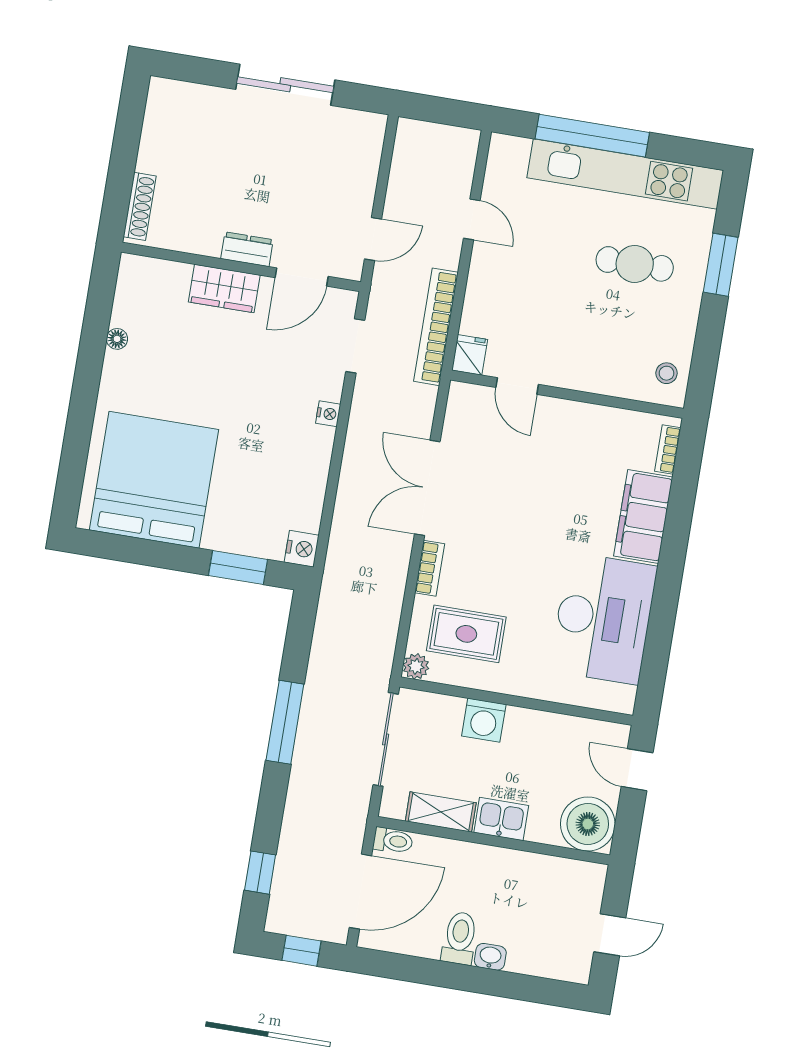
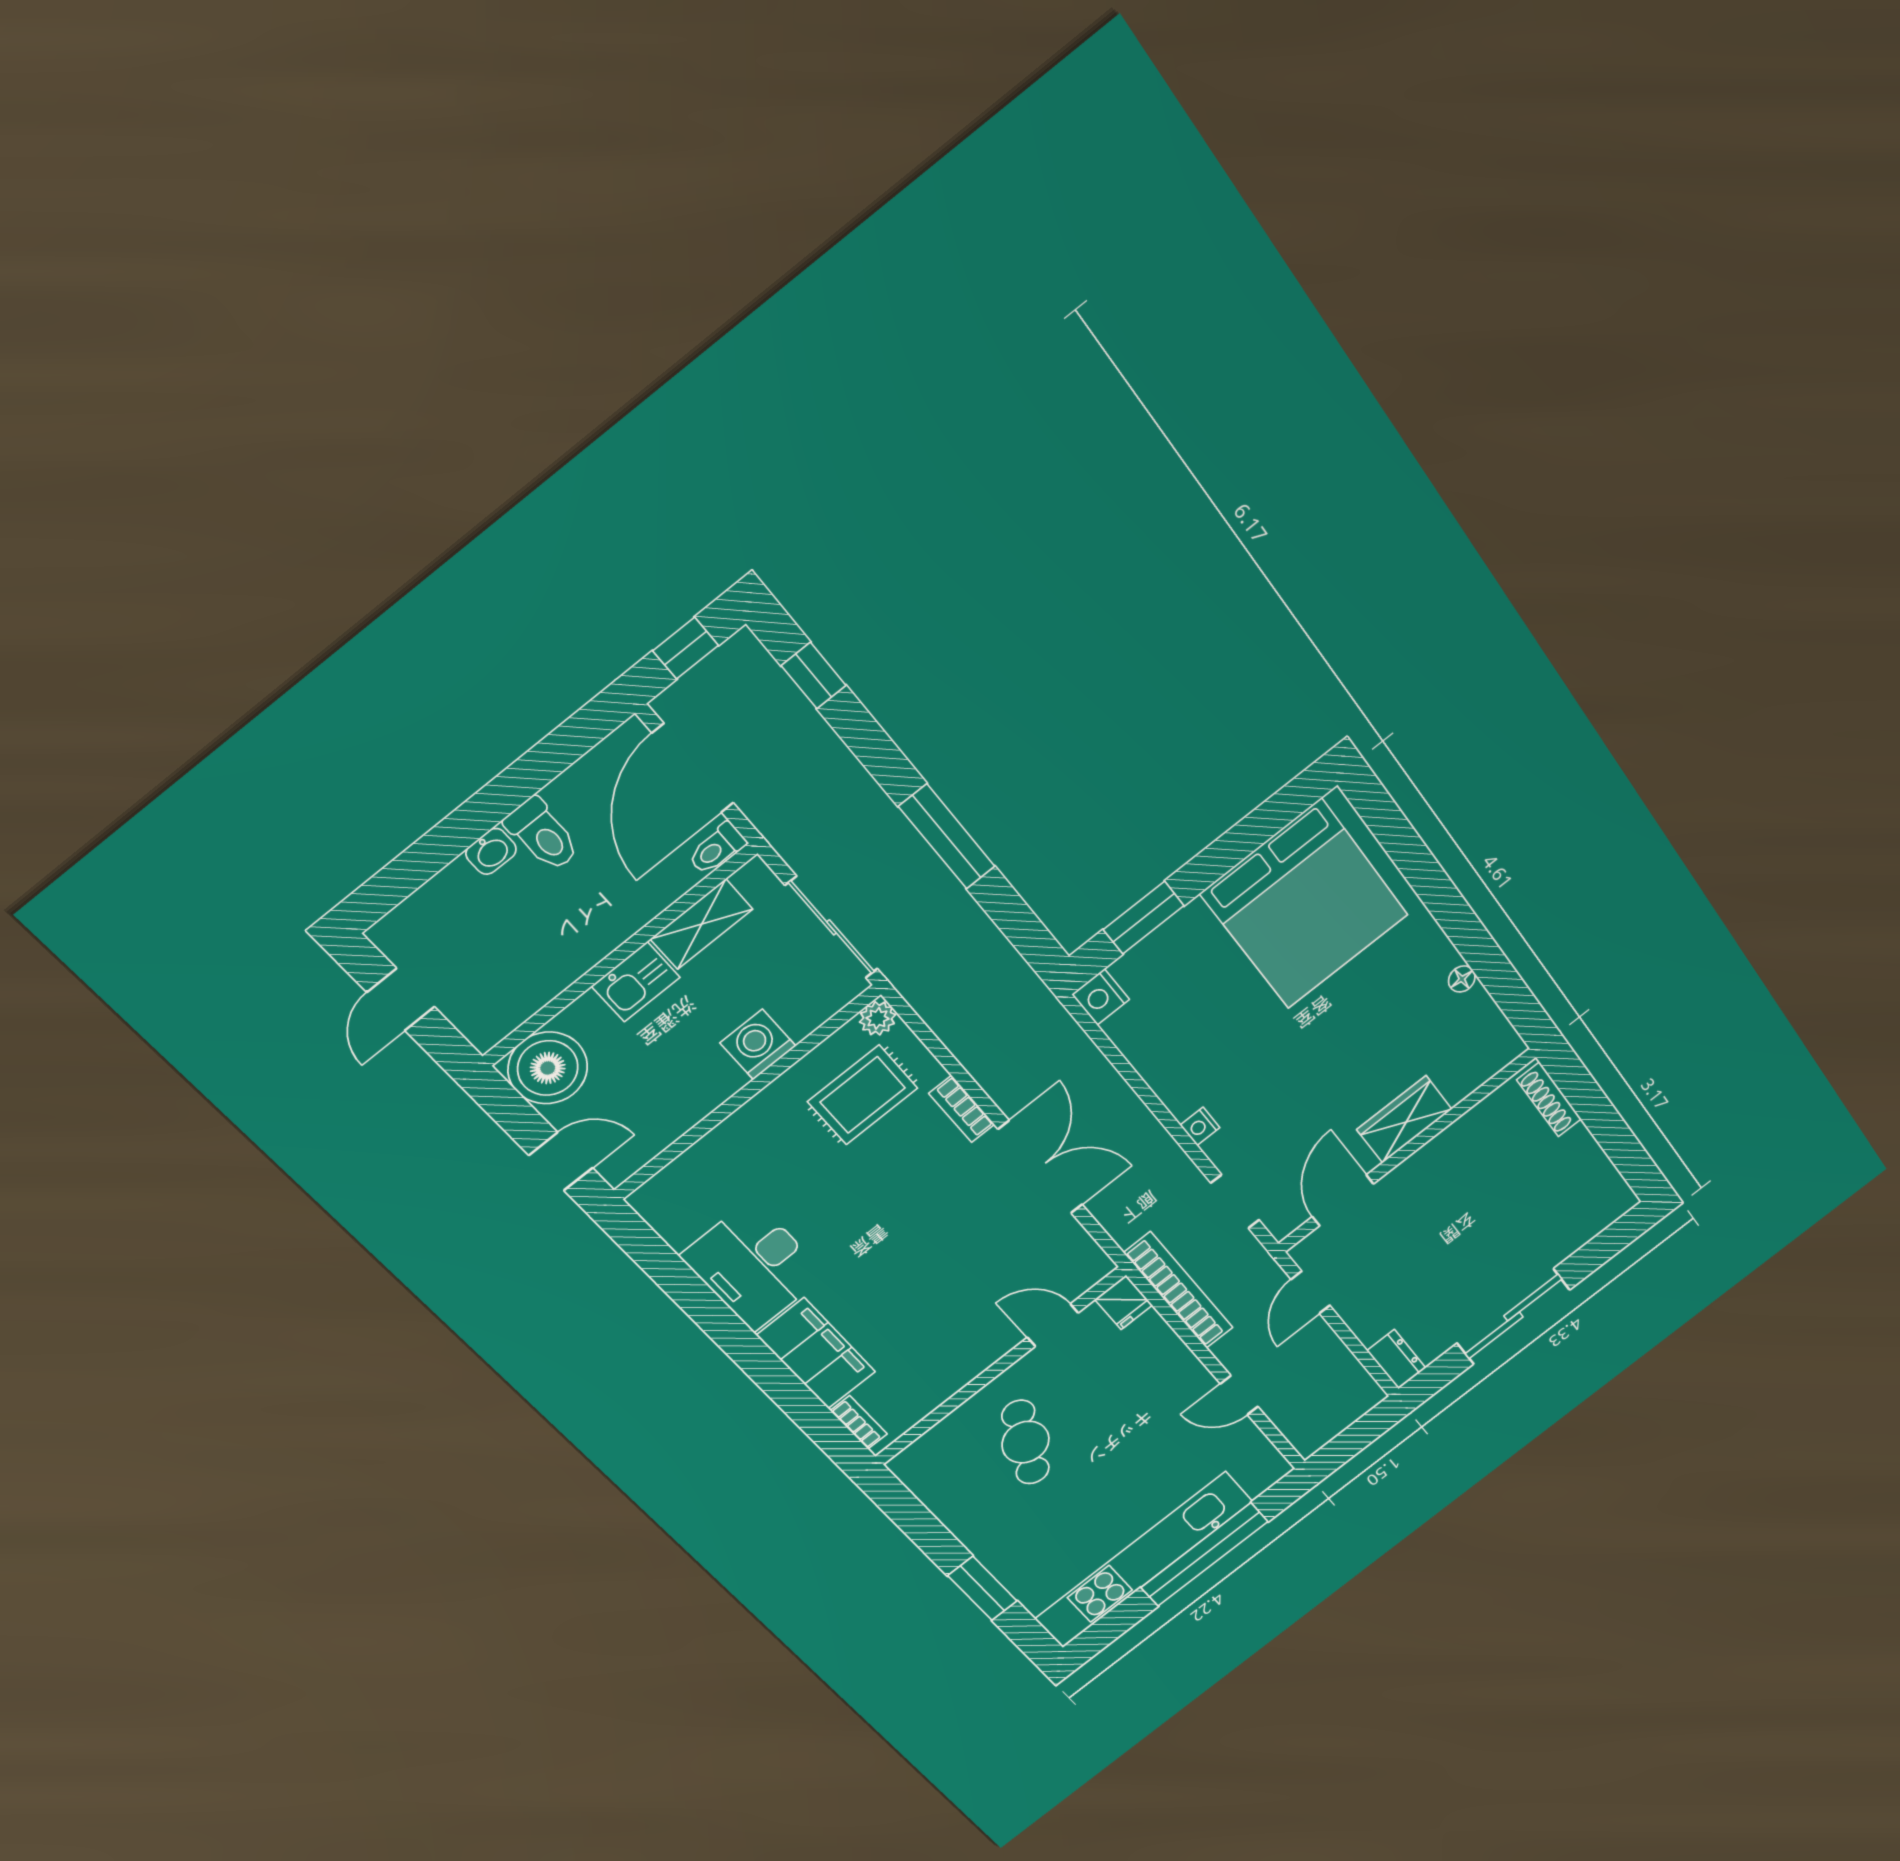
dresser: (247, 249) -> (1396, 1359), moved, turned -90
cafe table: (635, 264) -> (1025, 1442), moved, turned -66
stool: (667, 373) -> (931, 1472), removed
desk: (603, 618) -> (753, 1265), width x0.73, depth x0.77

